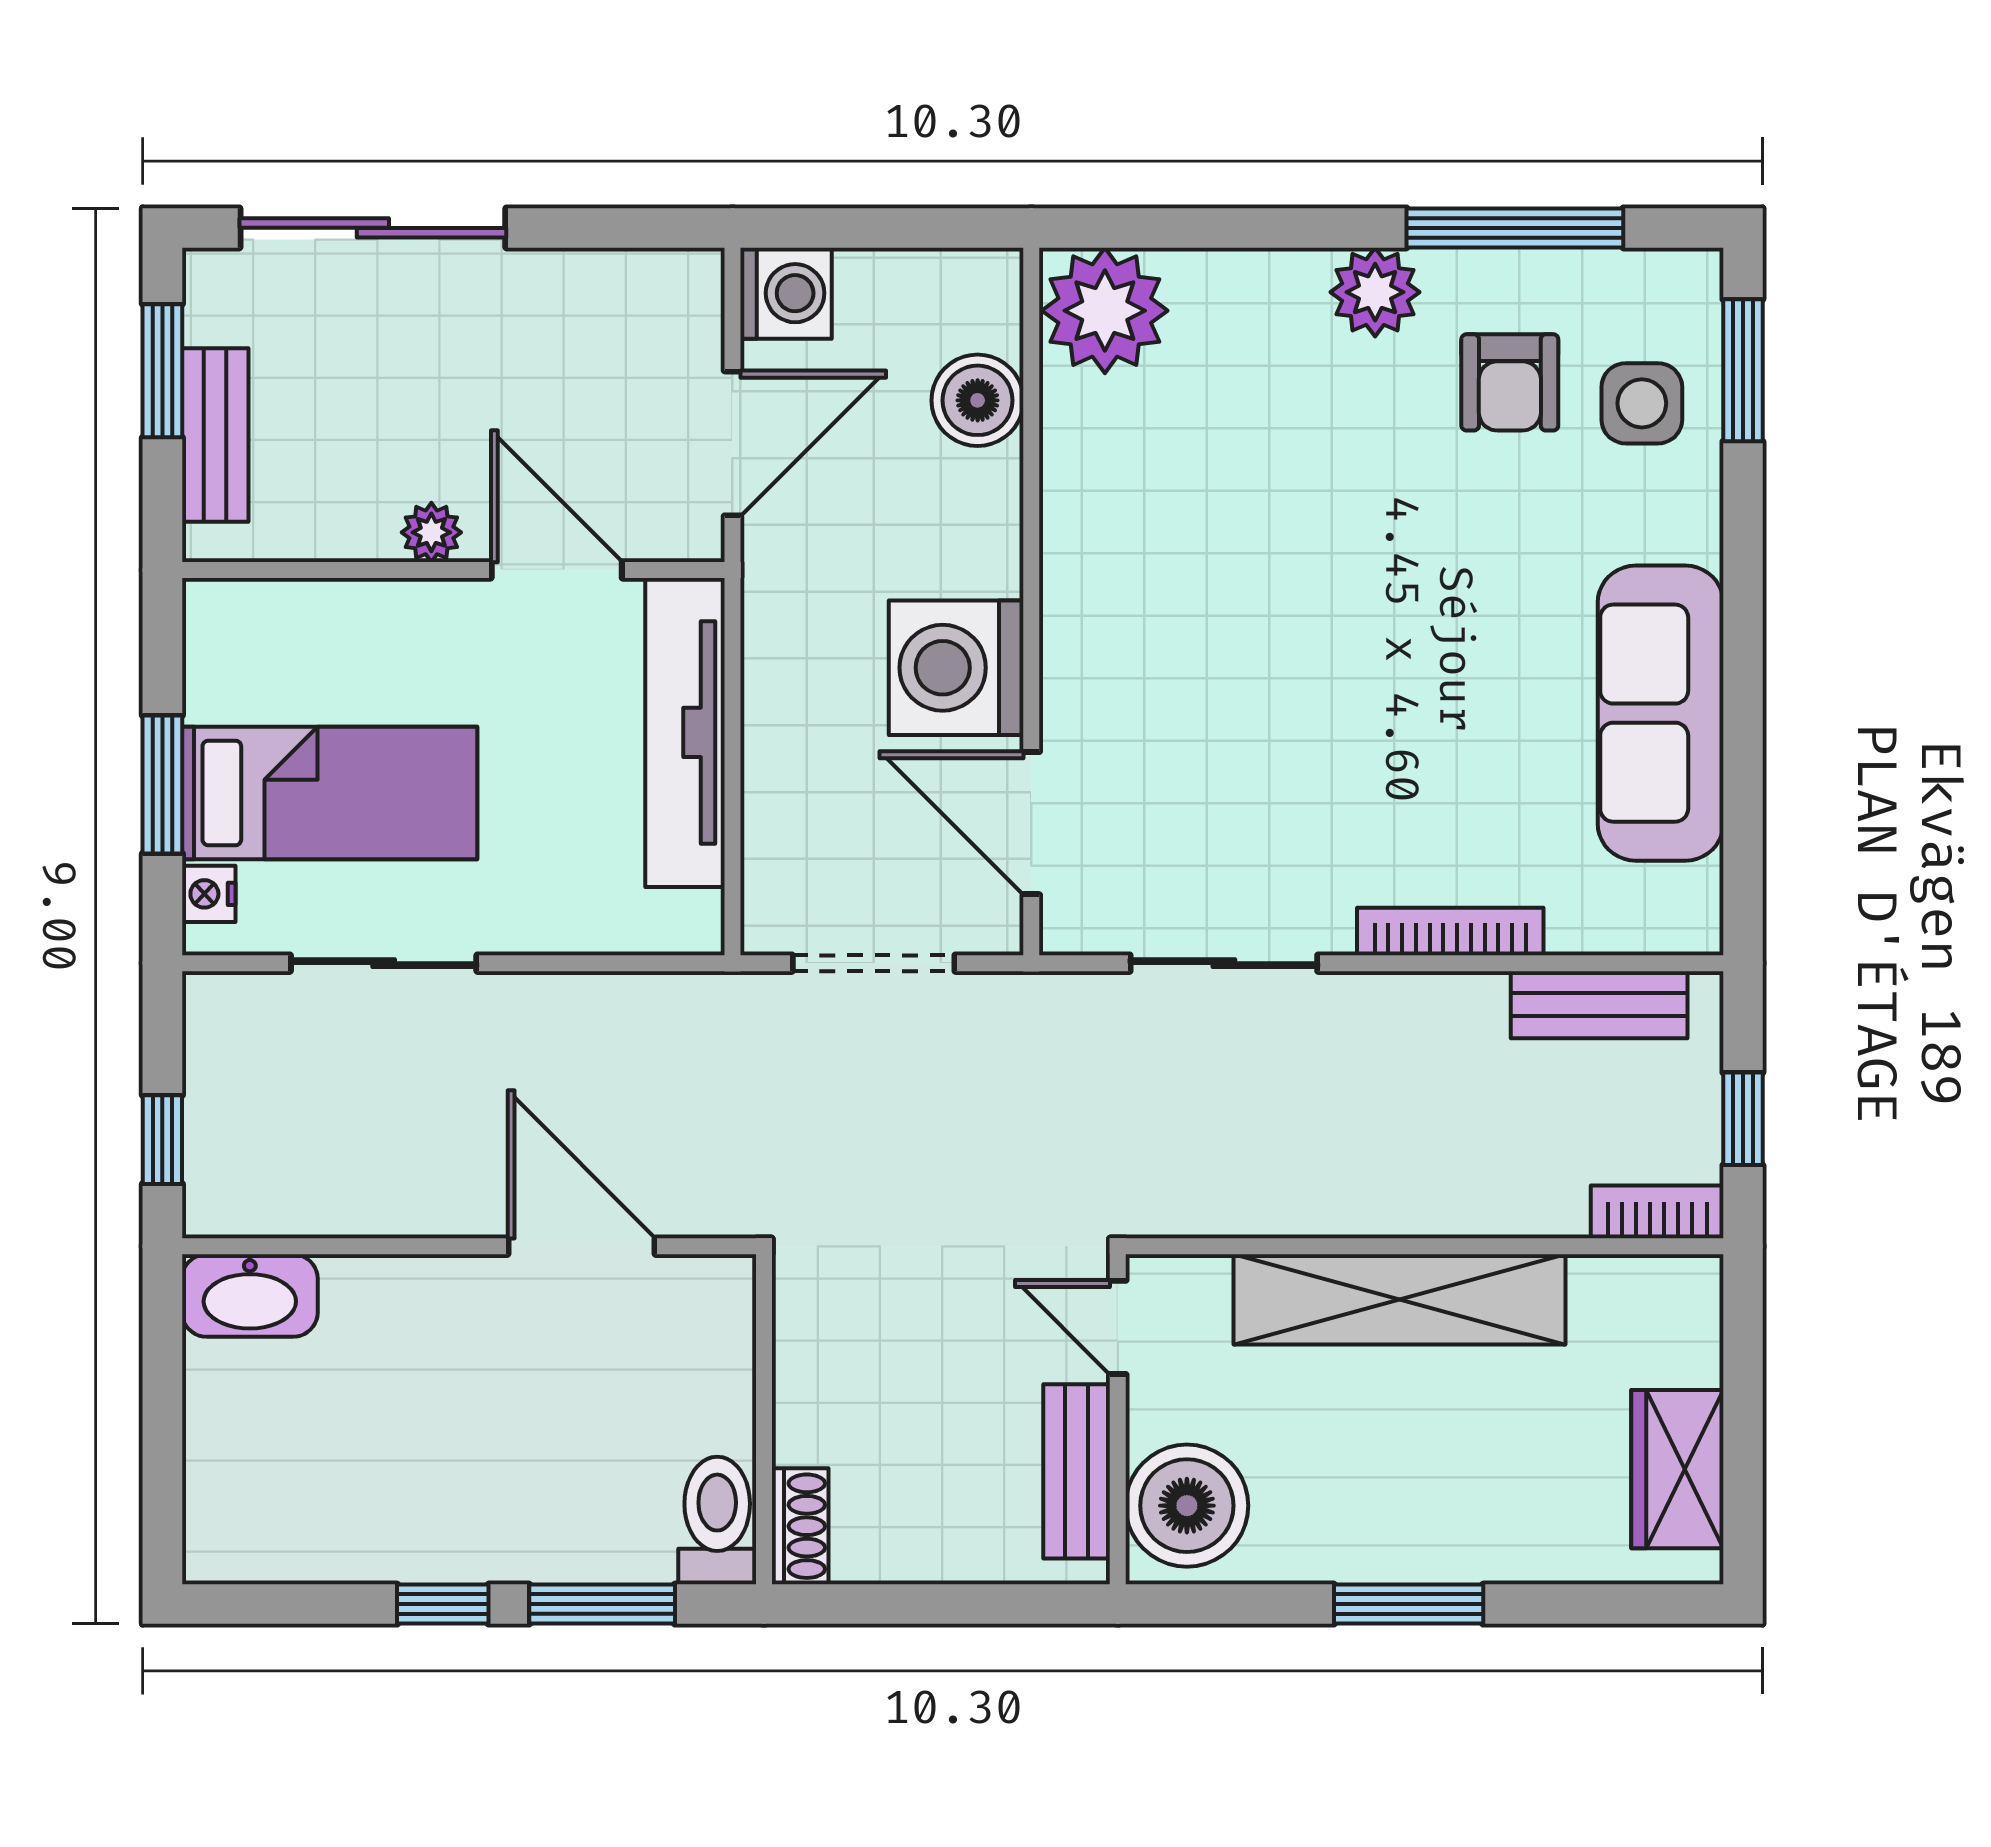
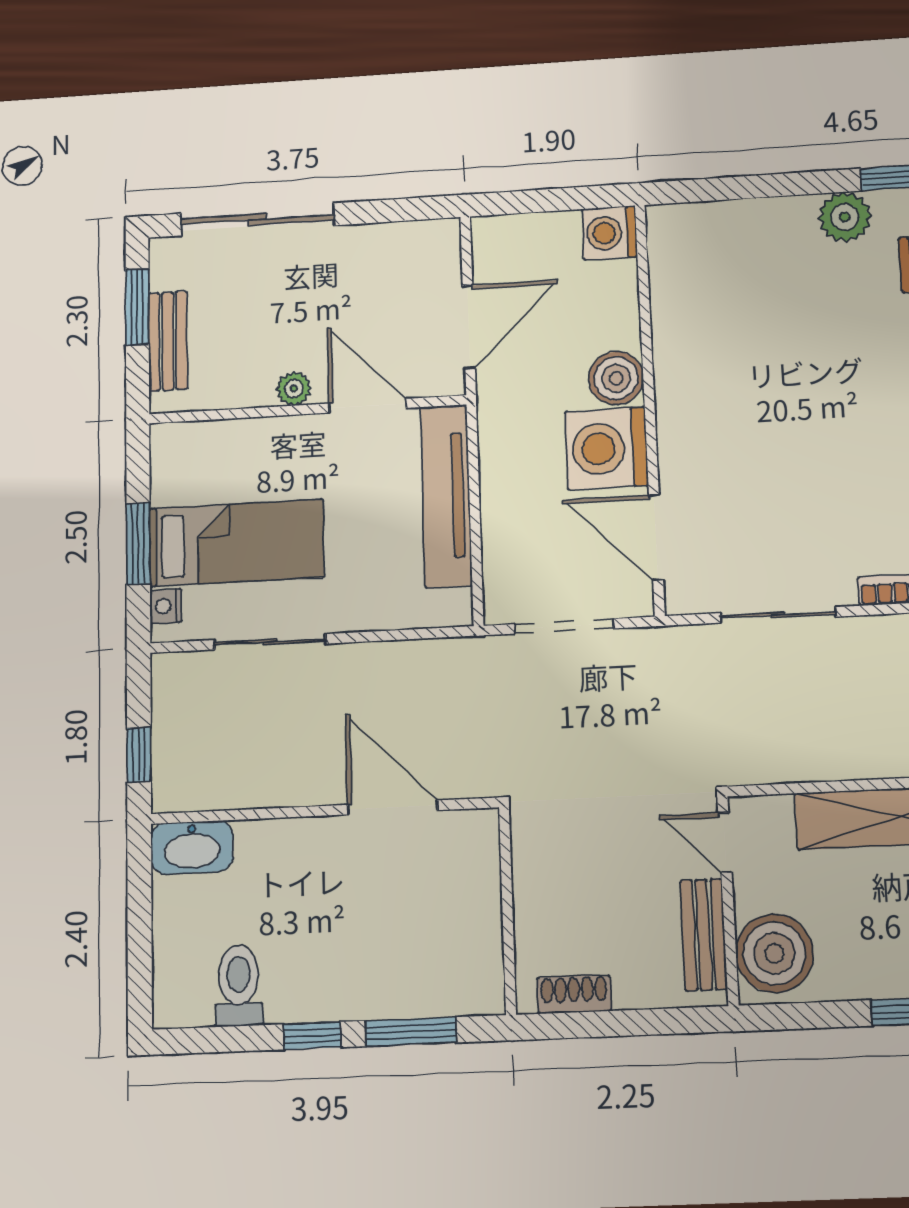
washing machine: (786, 293) -> (610, 233), moved, turned 180
plant: (1105, 311) -> (685, 238), removed
boiler: (978, 400) -> (616, 378), moved
toilet: (717, 1520) -> (239, 986), moved
shoe rack: (800, 1526) -> (574, 994), moved, turned -90

